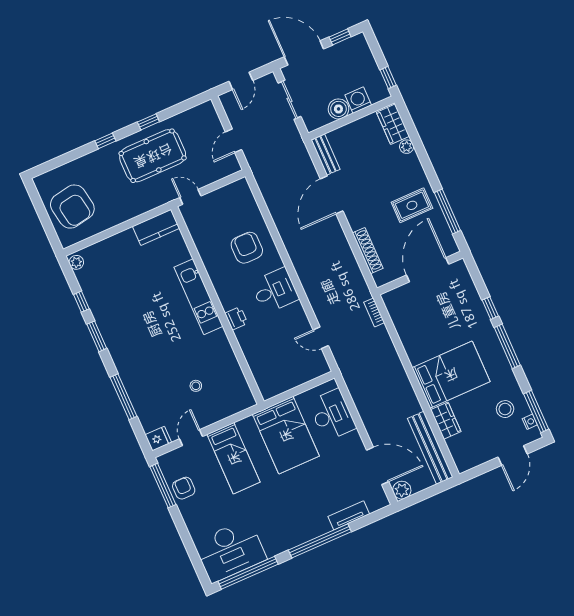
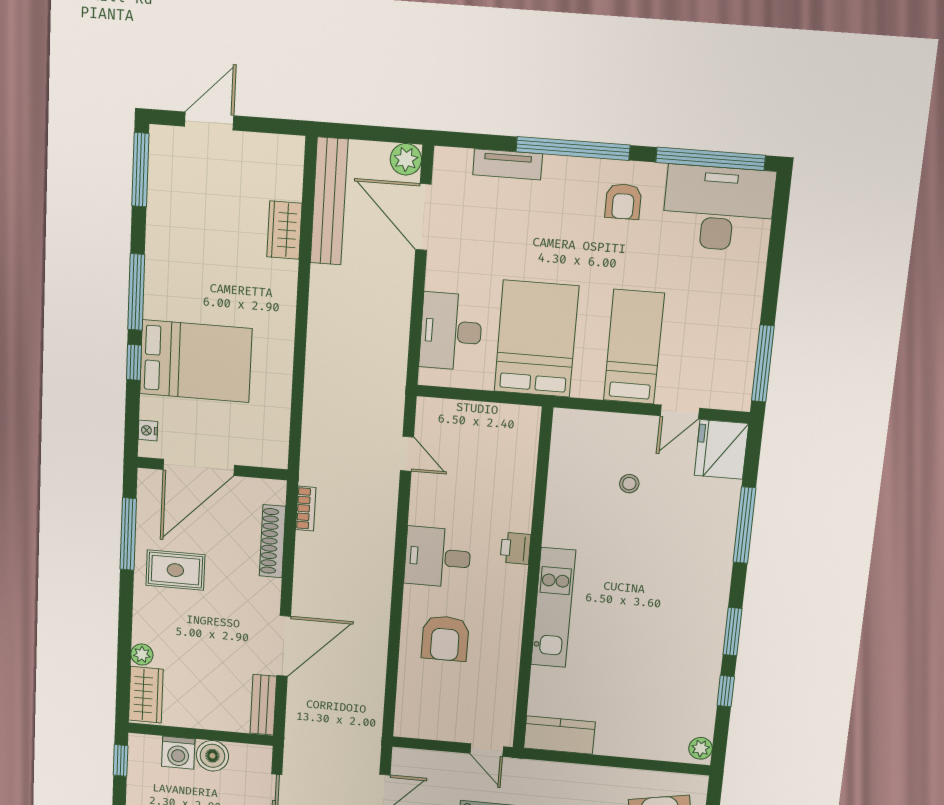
bookcase: (374, 312) -> (306, 509), moved
bed: (451, 375) -> (196, 361), moved, turned 180
stool: (505, 409) -> (186, 199), removed
nightstand: (530, 422) -> (148, 430), moved
fridge: (158, 439) -> (721, 449), width x1.88, depth x1.34
armchair: (184, 488) -> (623, 201), moved

